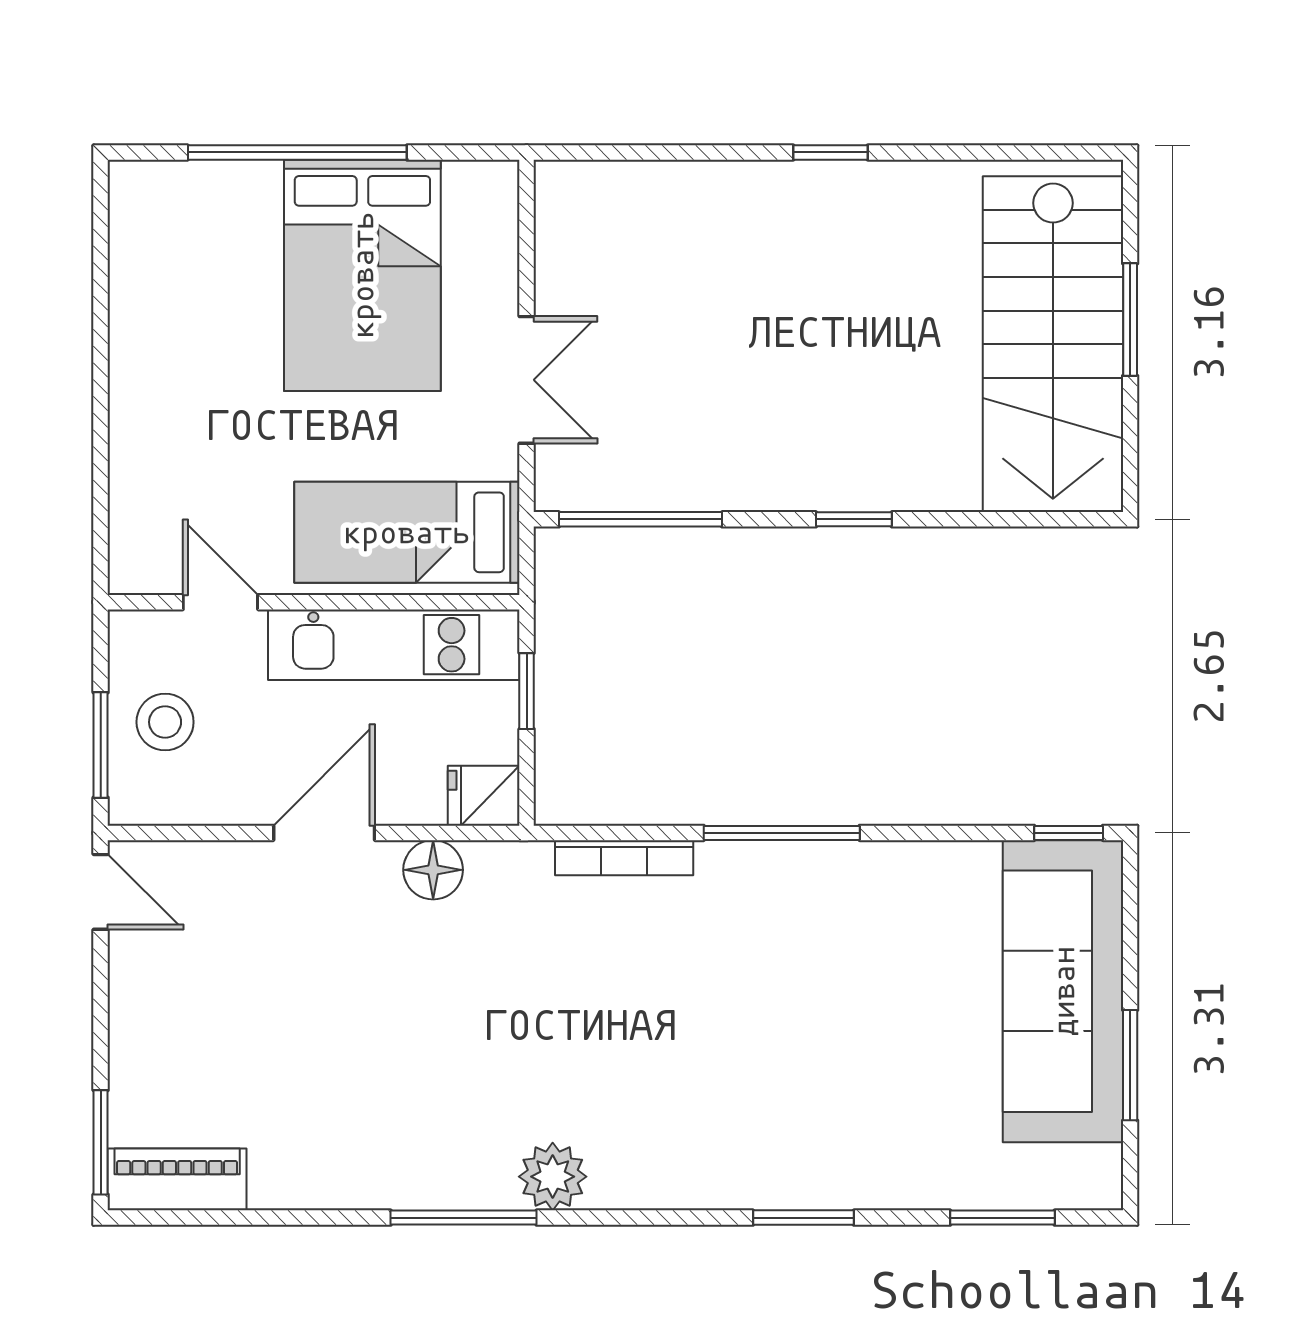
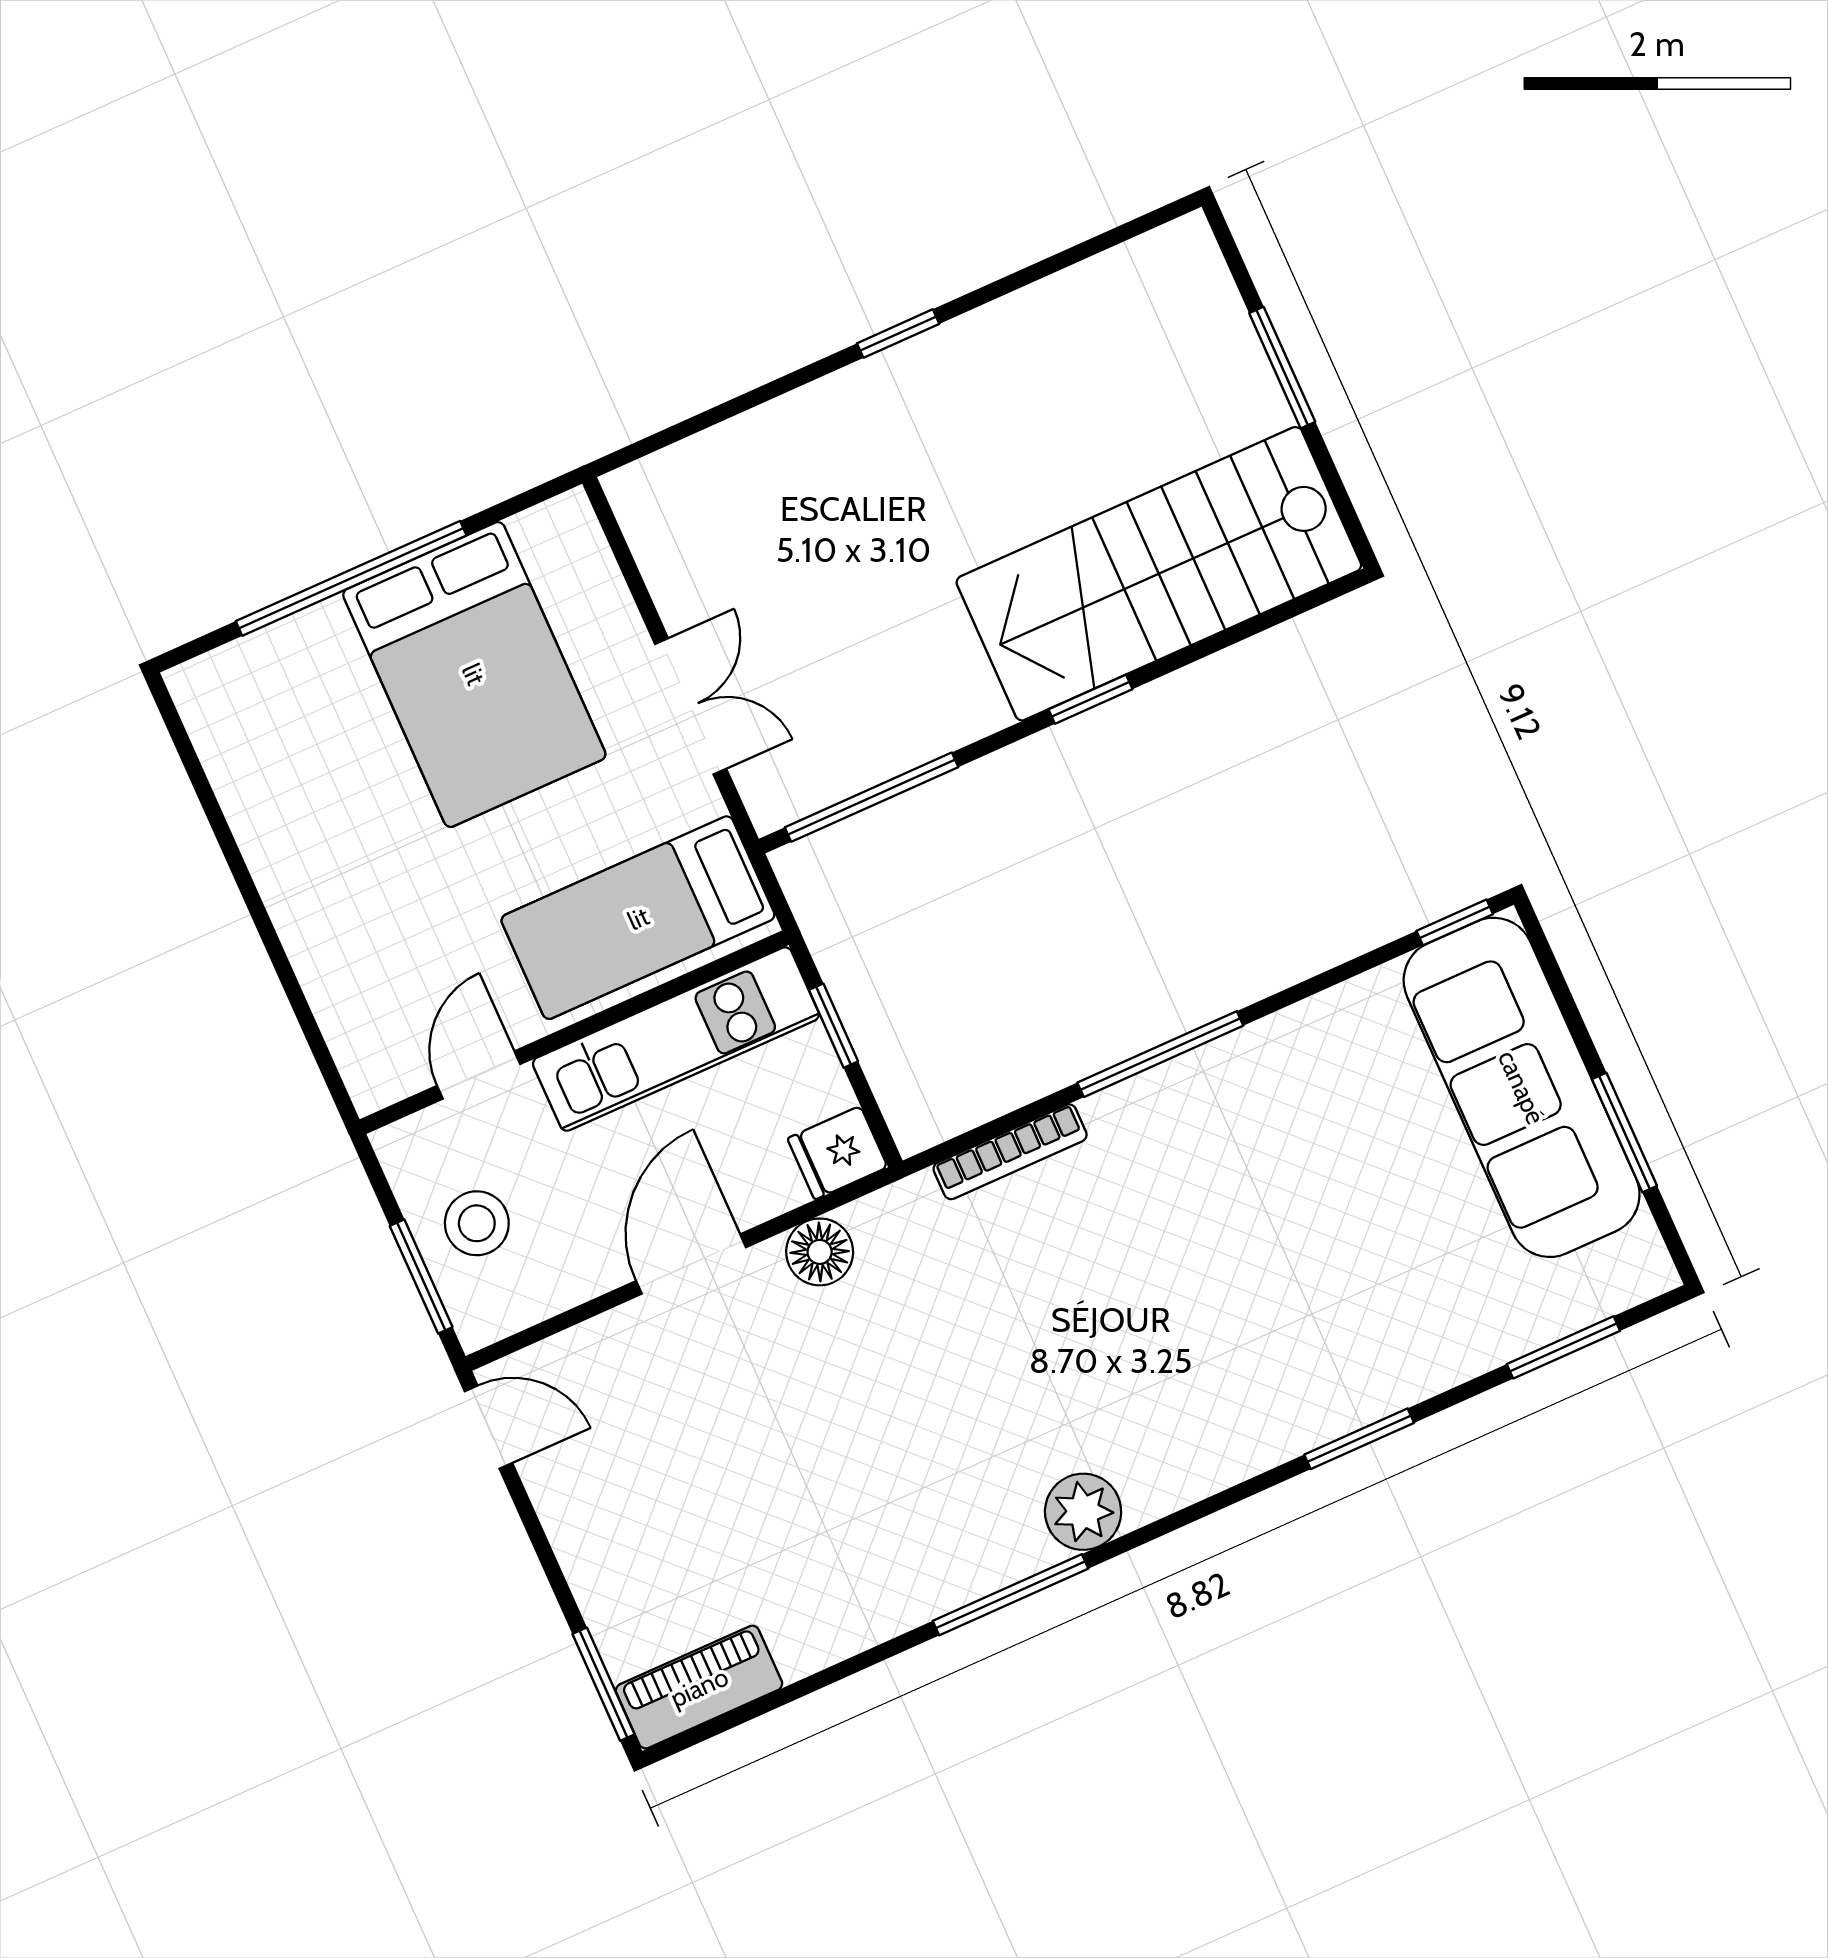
stairs: (1053, 344) -> (1159, 574), moved, turned 90
door: (220, 602) -> (479, 1075), hinge flipped

